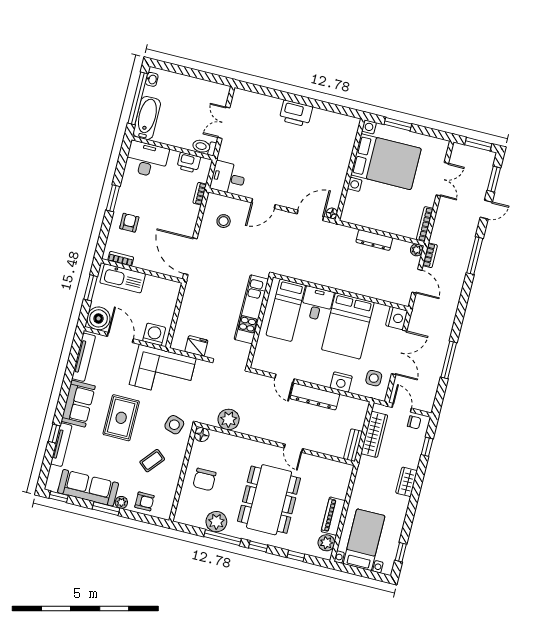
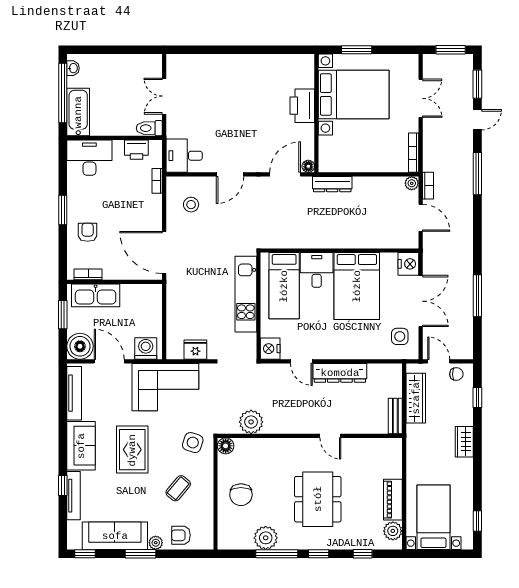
printer: (296, 113) -> (302, 106), moved, turned 90
dresser: (374, 240) -> (332, 184), moved
nightstand: (341, 382) -> (270, 349), moved, turned 90
dining table: (269, 500) -> (318, 499), width x0.73, depth x0.80
armchair: (144, 501) -> (181, 535), turned 180

